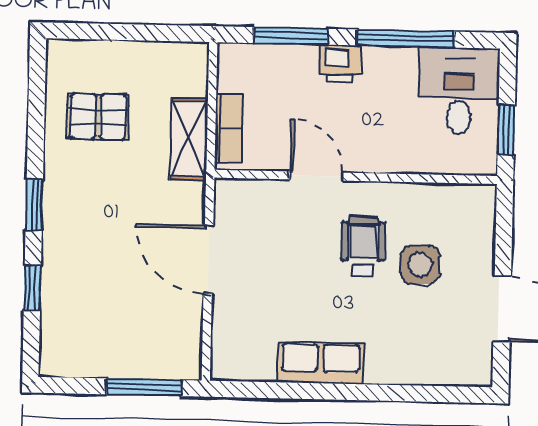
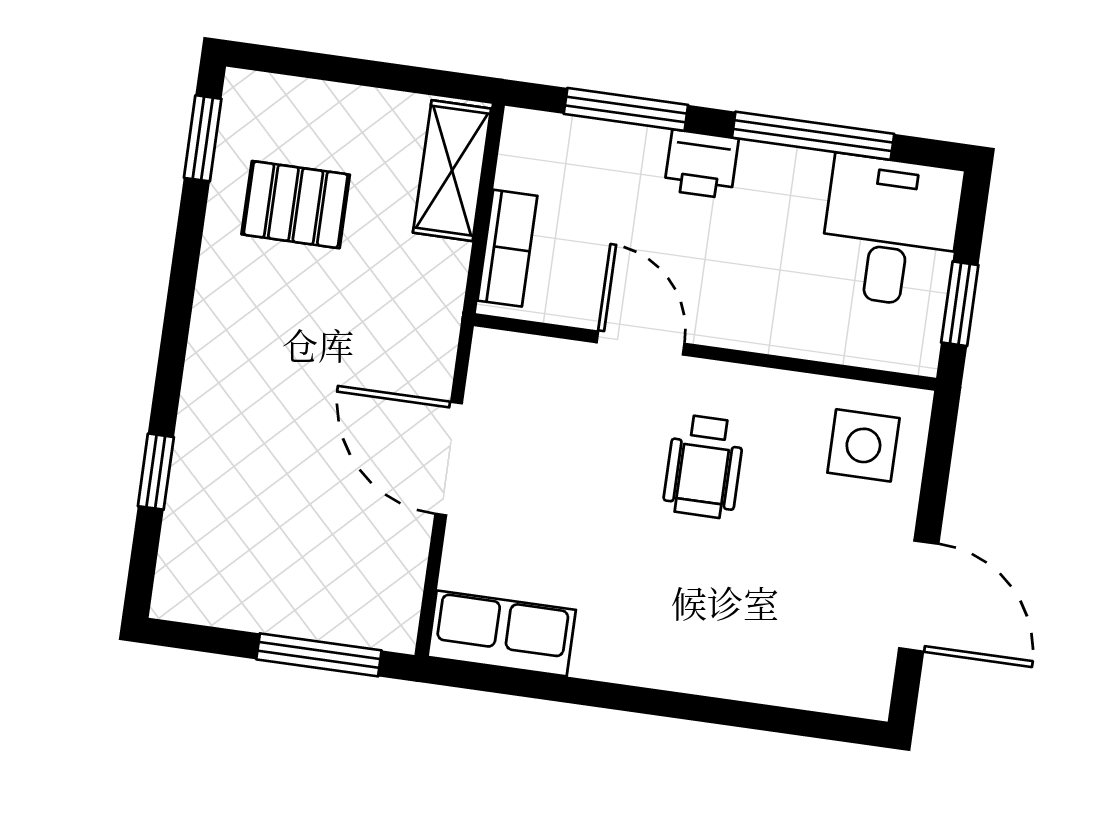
shelving: (189, 139) -> (452, 171), moved
window: (34, 205) -> (203, 138), moved
wheelchair: (363, 246) -> (704, 466), turned 180
side table: (420, 265) -> (863, 445), moved
row of seats: (321, 363) -> (502, 633), moved

